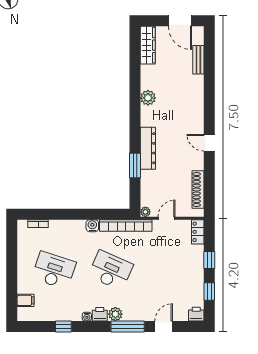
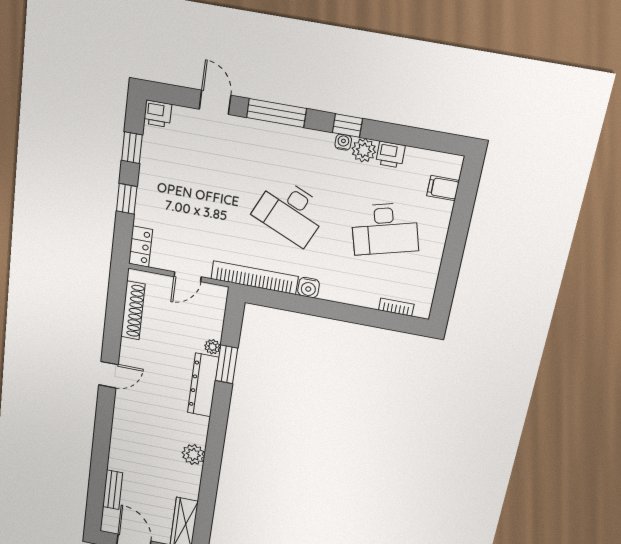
door: (209, 143) -> (108, 375), hinge flipped
plant: (145, 212) -> (212, 347), moved
desk: (54, 270) -> (385, 229), turned -33
printer: (100, 314) -> (390, 155), moved
plant: (115, 314) -> (364, 150), moved
window: (63, 326) -> (347, 126), moved
door: (164, 326) -> (215, 102), swing flipped

